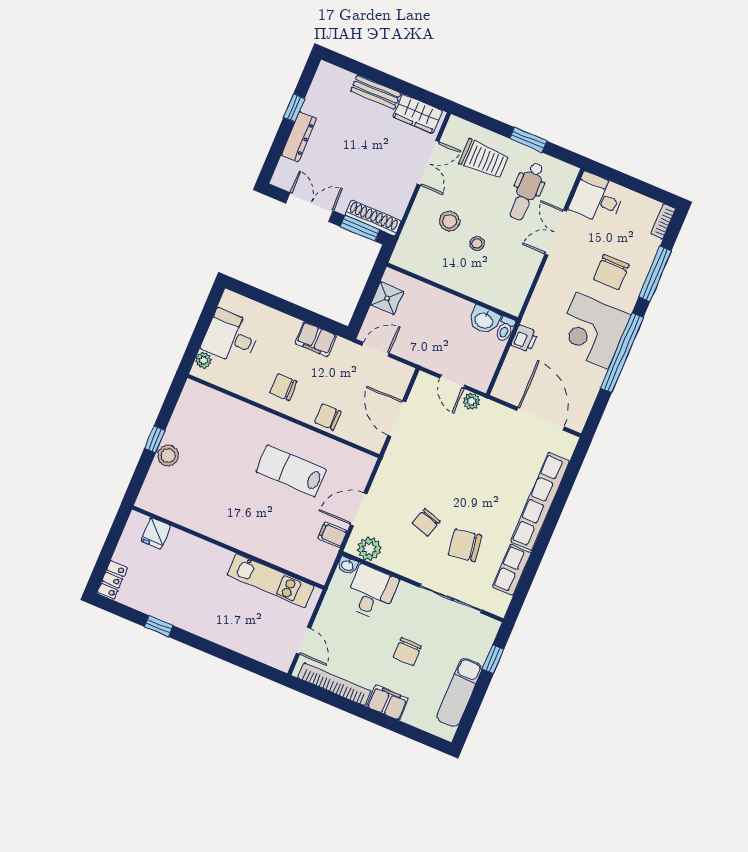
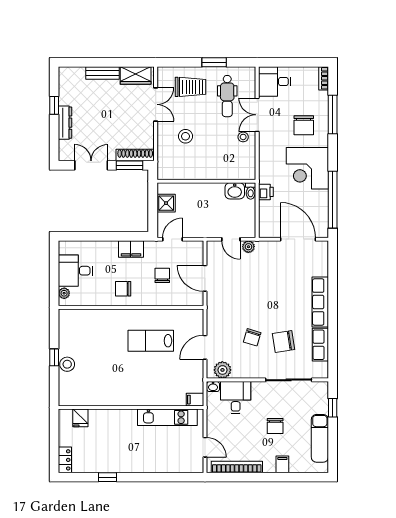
stool: (477, 243) -> (243, 137), moved
window: (622, 353) -> (333, 200), moved
chair: (328, 417) -> (162, 275), moved, turned 90
row of seats: (540, 501) -> (320, 302), width x0.73
filing cabinet: (332, 535) -> (195, 400), moved
filing cabinet: (387, 703) -> (282, 464), width x0.50

